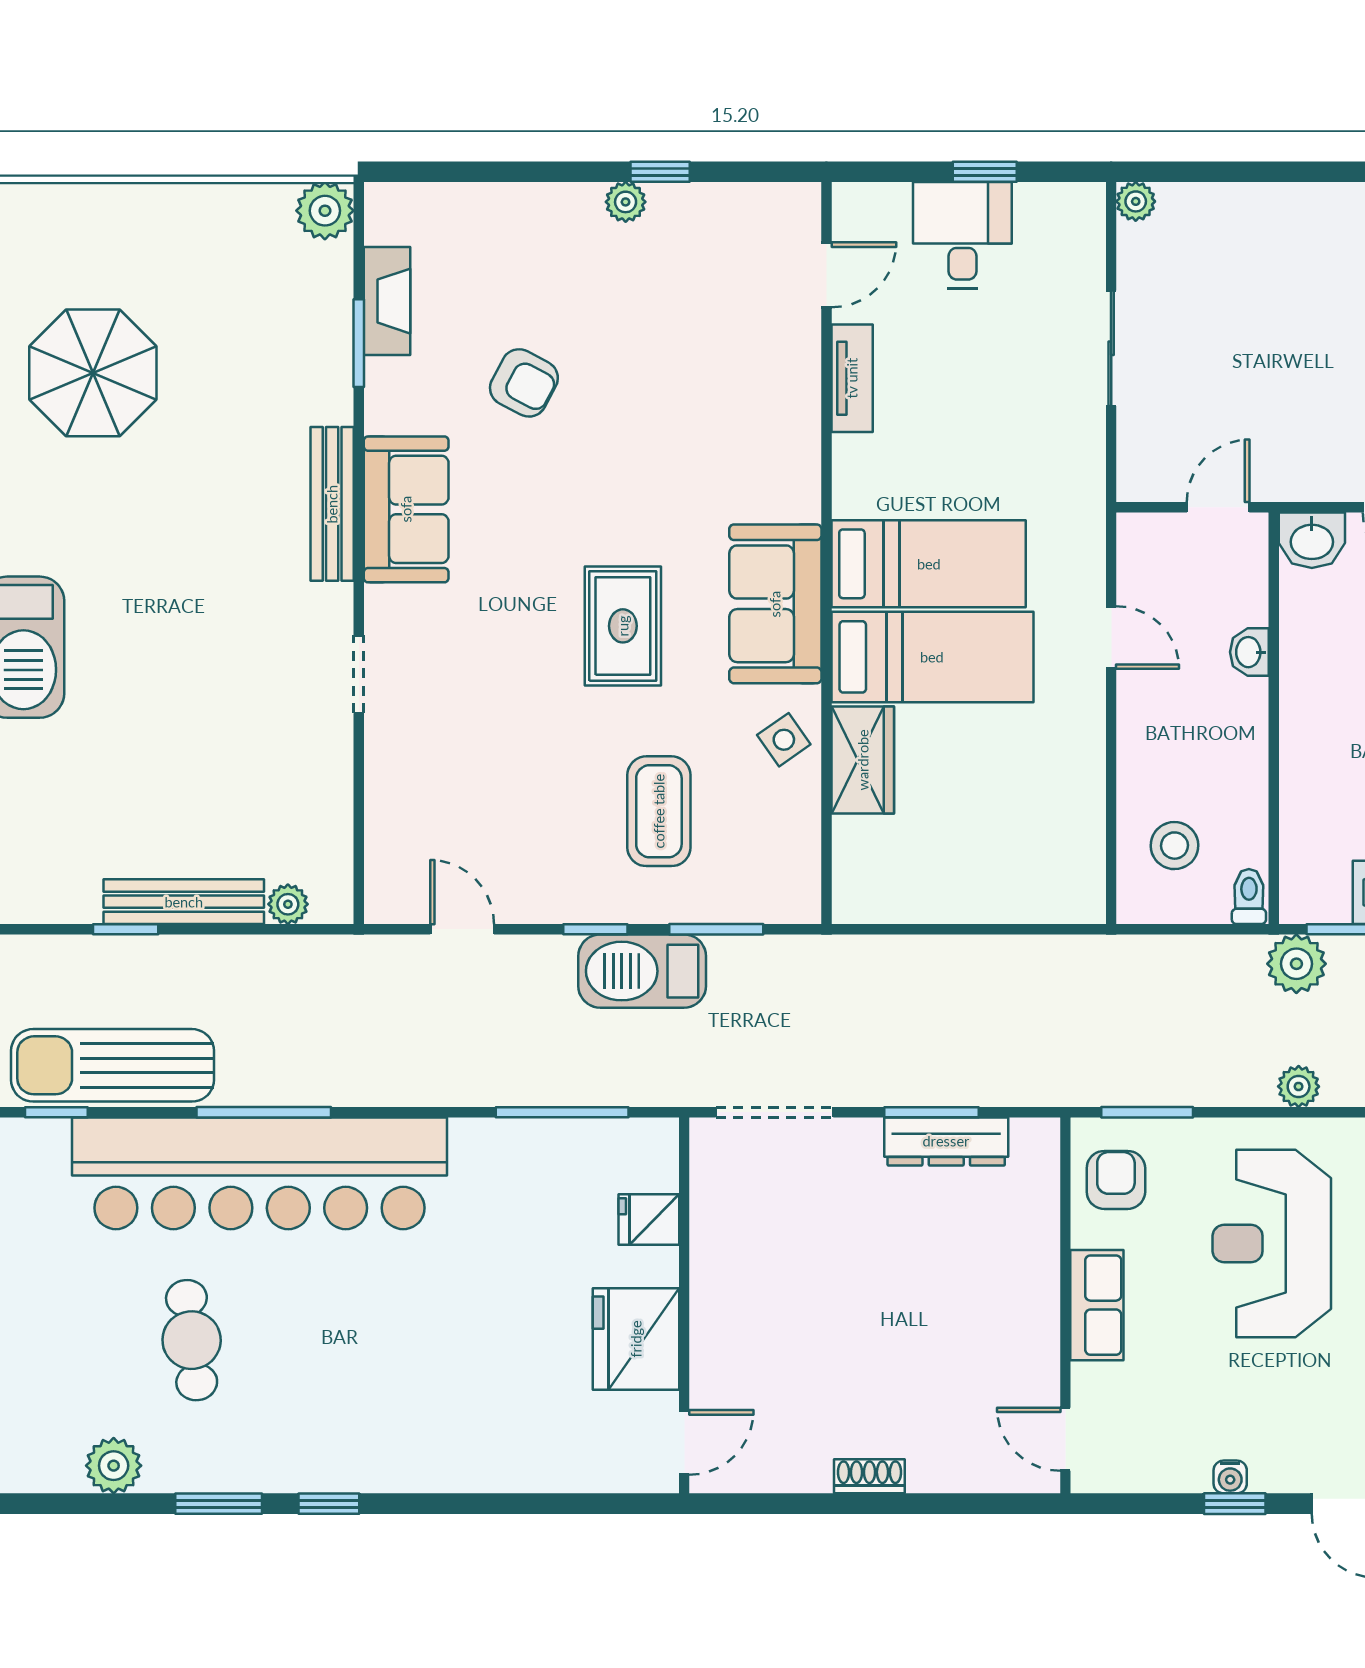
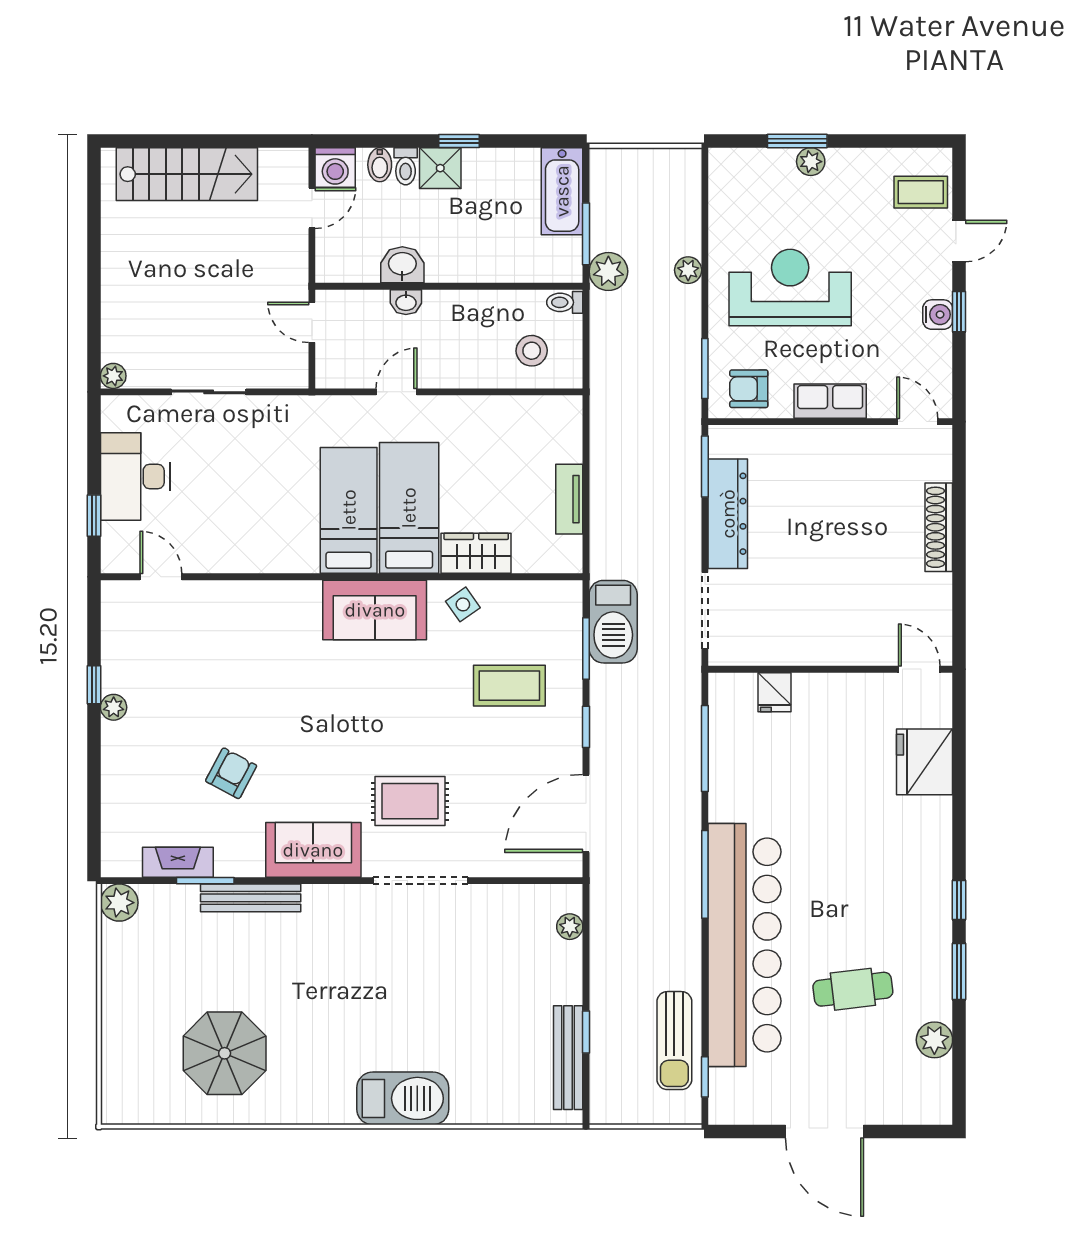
window: (985, 172) -> (94, 516), moved
desk: (962, 235) -> (135, 477), width x1.37
tv unit: (852, 378) -> (569, 499), moved, turned -90
bench: (332, 504) -> (251, 898), moved
washbasin: (1312, 540) -> (402, 265), moved, turned -90
rug: (623, 626) -> (410, 801), moved
doorway: (359, 674) -> (420, 881), width x1.88
bench: (184, 902) -> (568, 1058), moved
door: (462, 929) -> (586, 813), width x1.87
barbecue: (642, 971) -> (613, 622), moved
sun lounger: (113, 1065) -> (674, 1041), width x0.73, depth x0.75
window: (264, 1112) -> (705, 874), moved
window: (931, 1112) -> (705, 466), moved
dresser: (946, 1141) -> (728, 514), width x1.37, depth x1.24
reception desk: (1272, 1244) -> (790, 288), turned 180
fridge: (636, 1339) -> (925, 762), moved, turned 90
door: (1065, 1439) -> (917, 422), swing flipped
shoe rack: (869, 1476) -> (939, 527), width x1.94, depth x1.24
water cooler: (1230, 1477) -> (938, 315), width x1.38, depth x1.38

